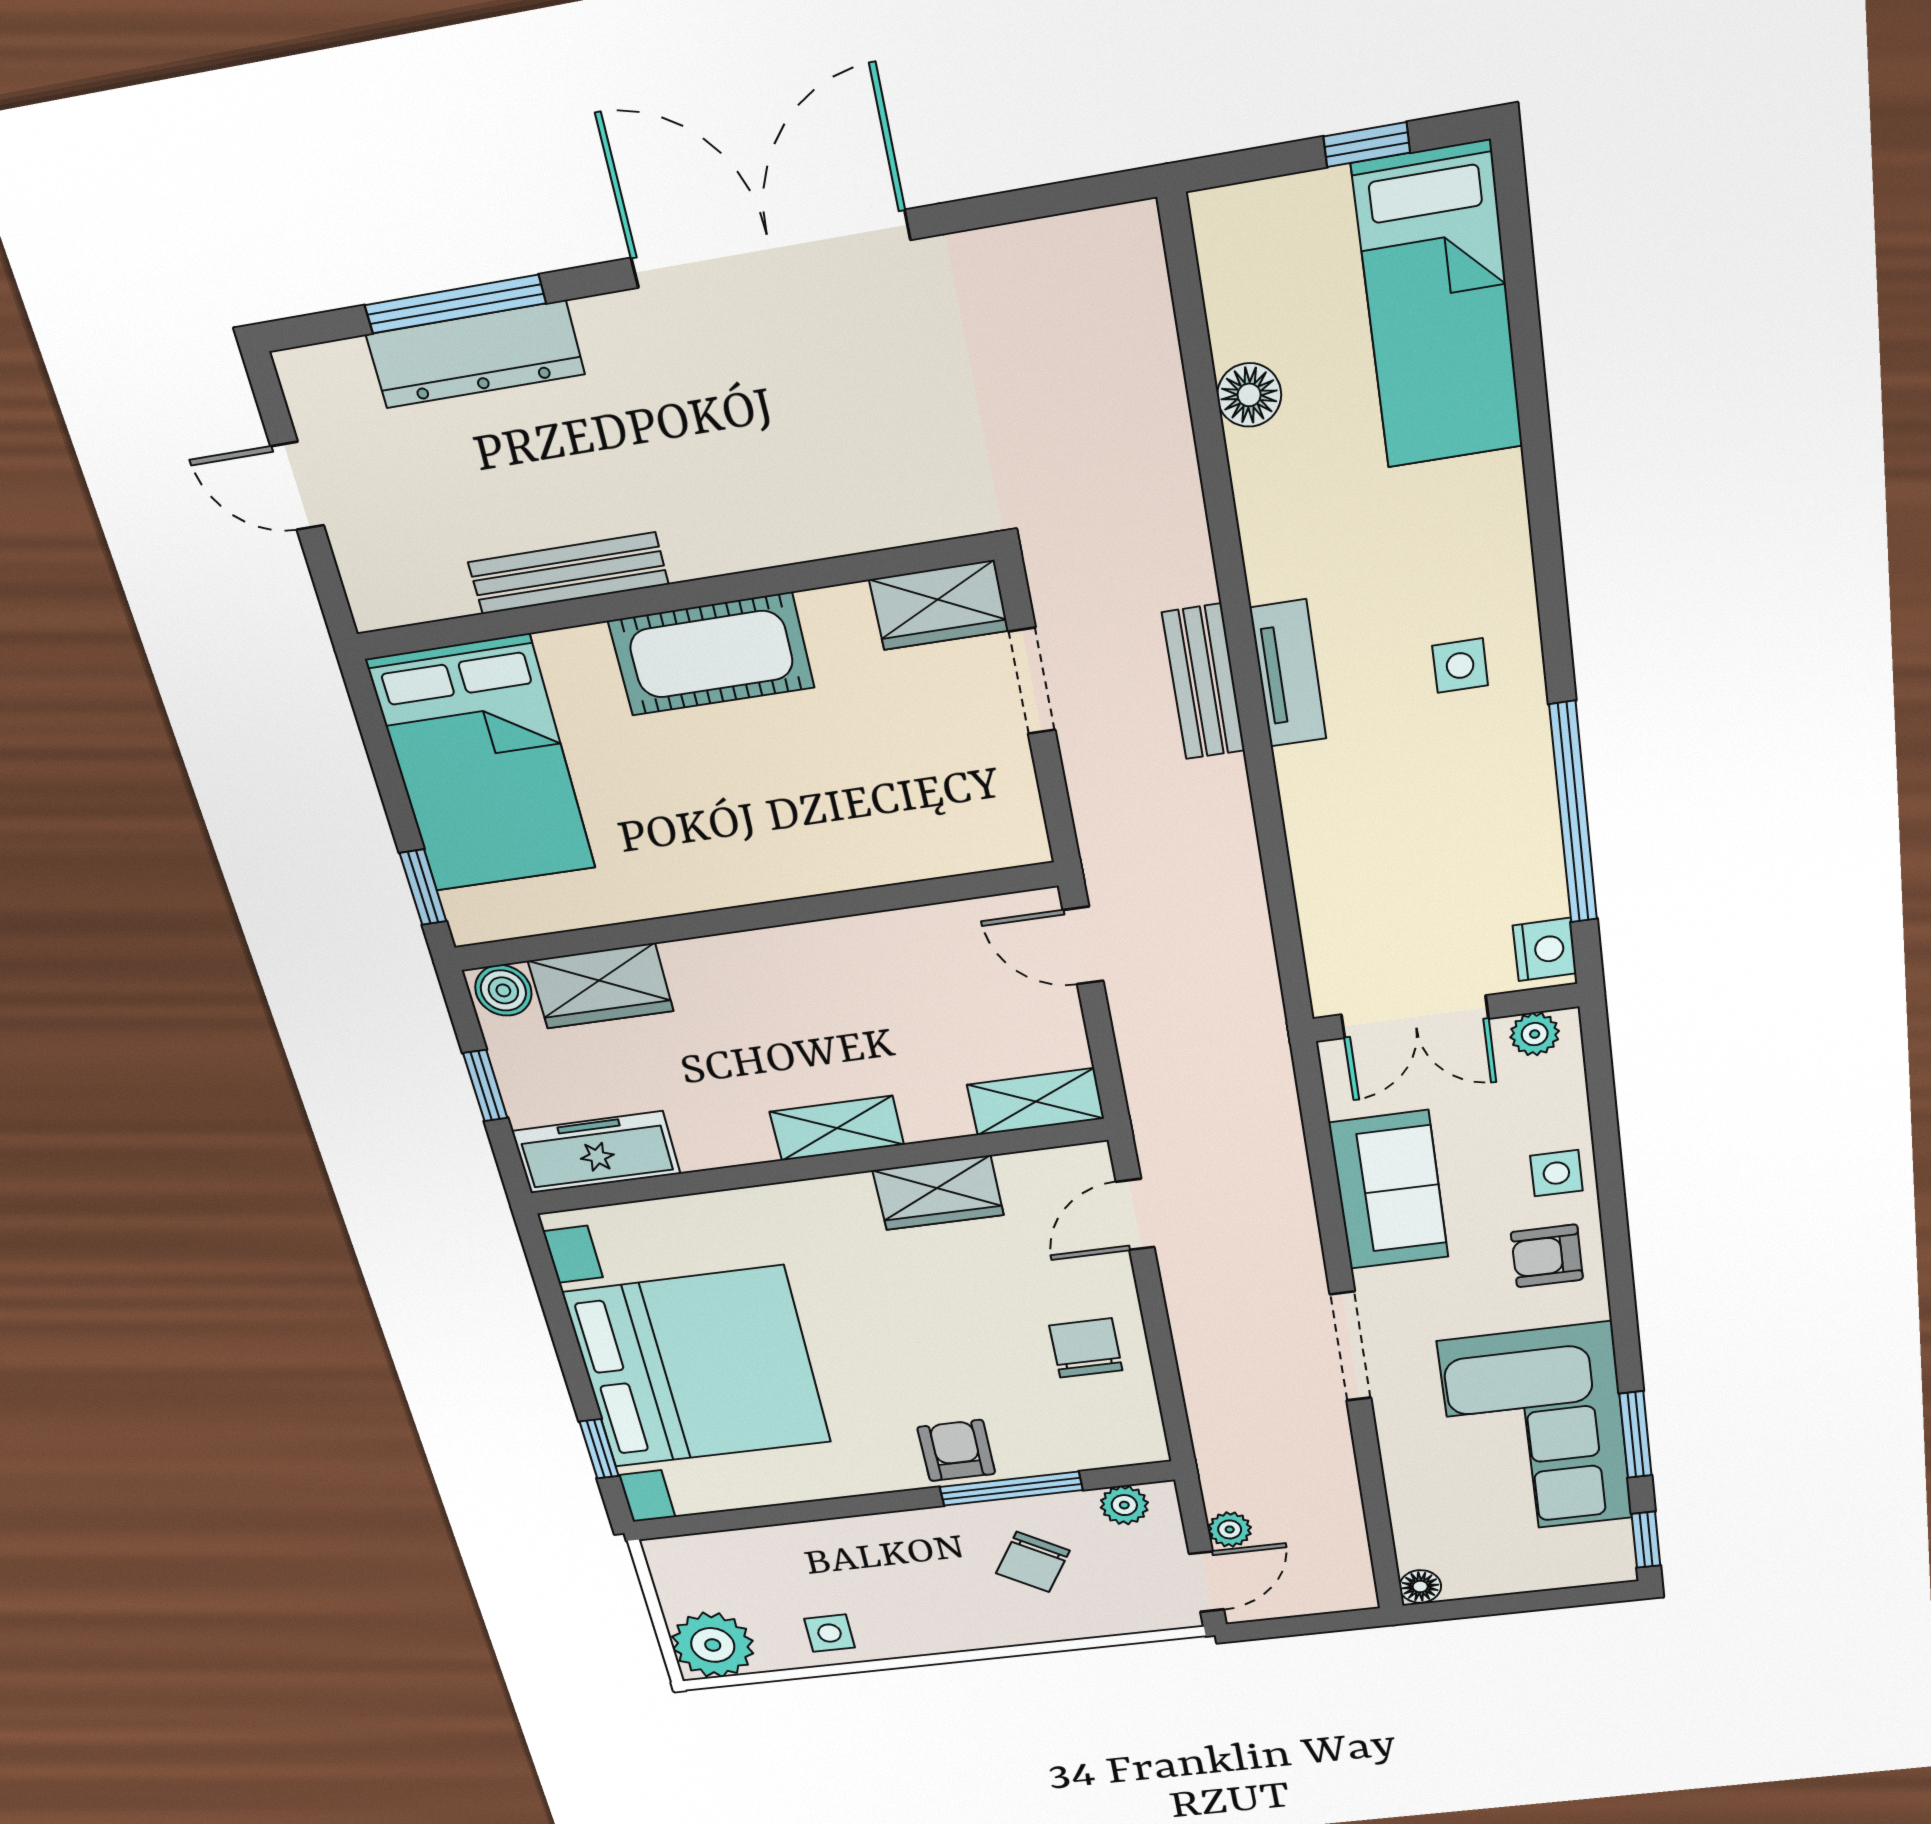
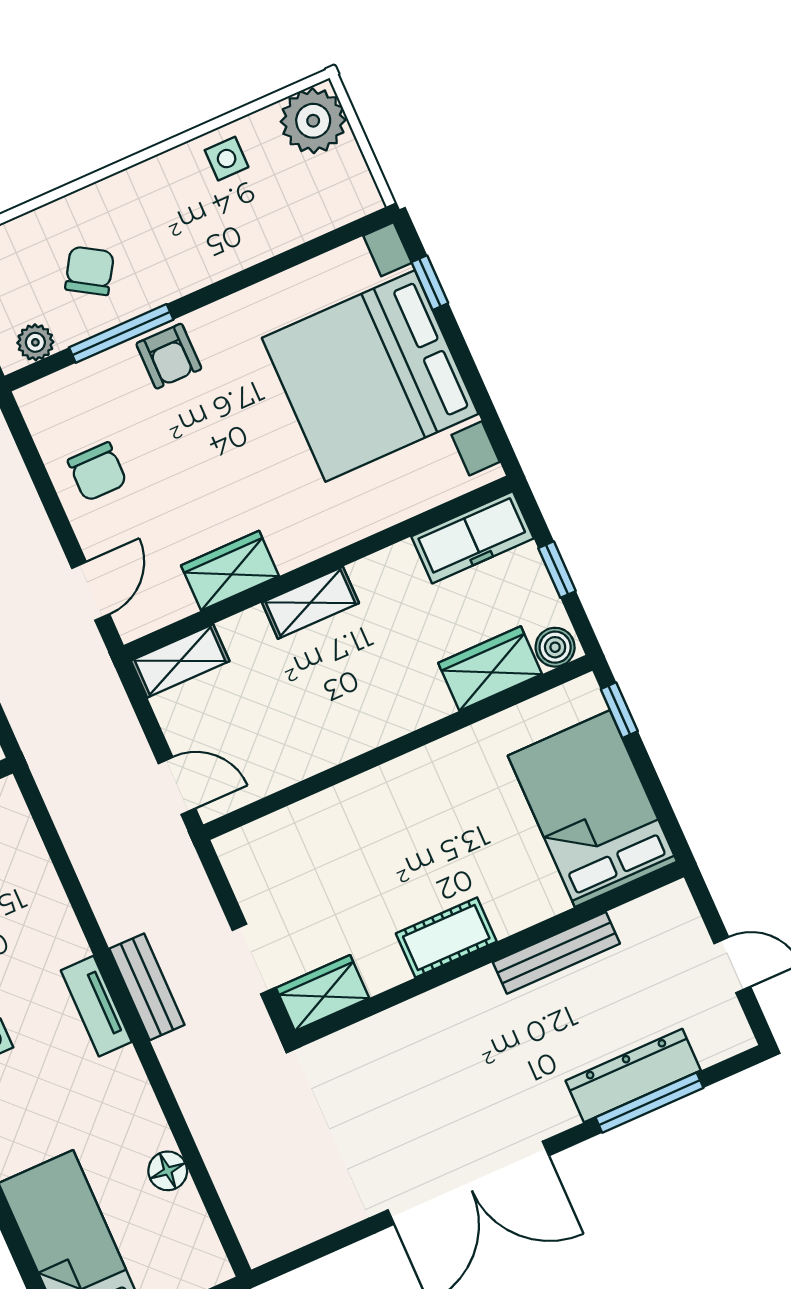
cot: (711, 654) -> (446, 938), width x0.73, depth x0.75

